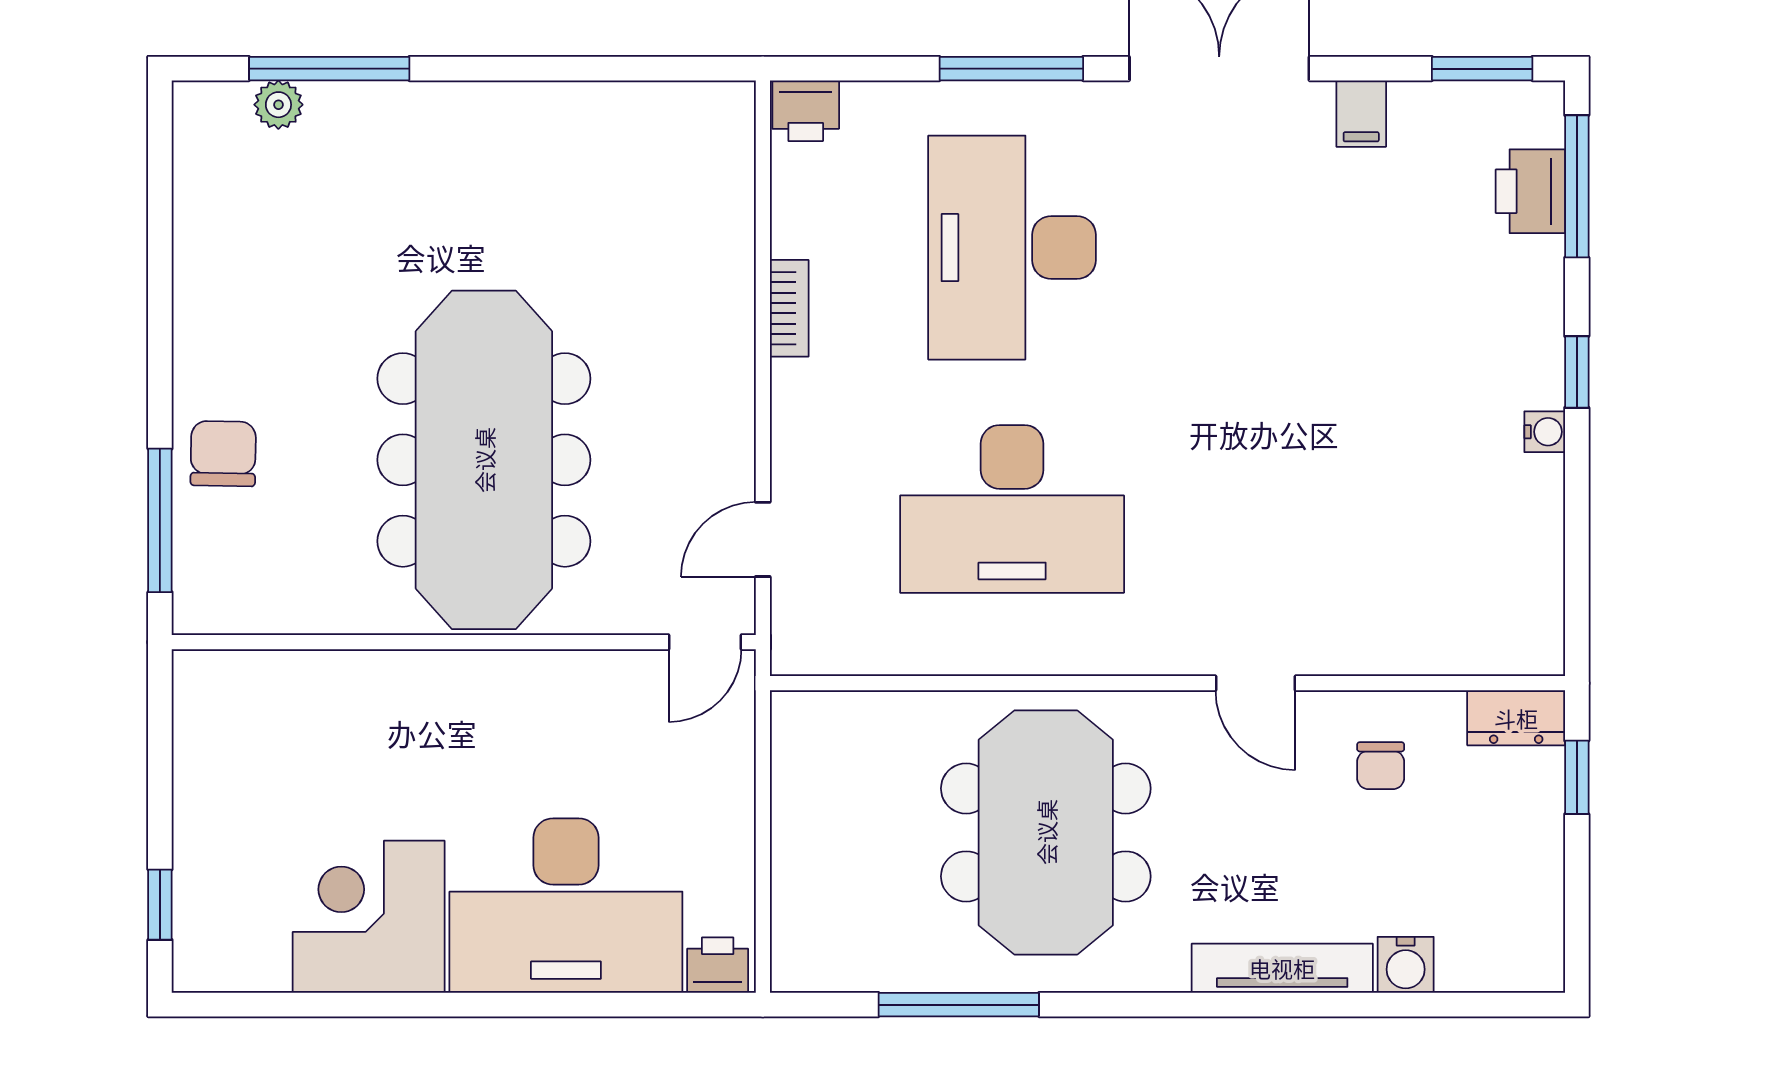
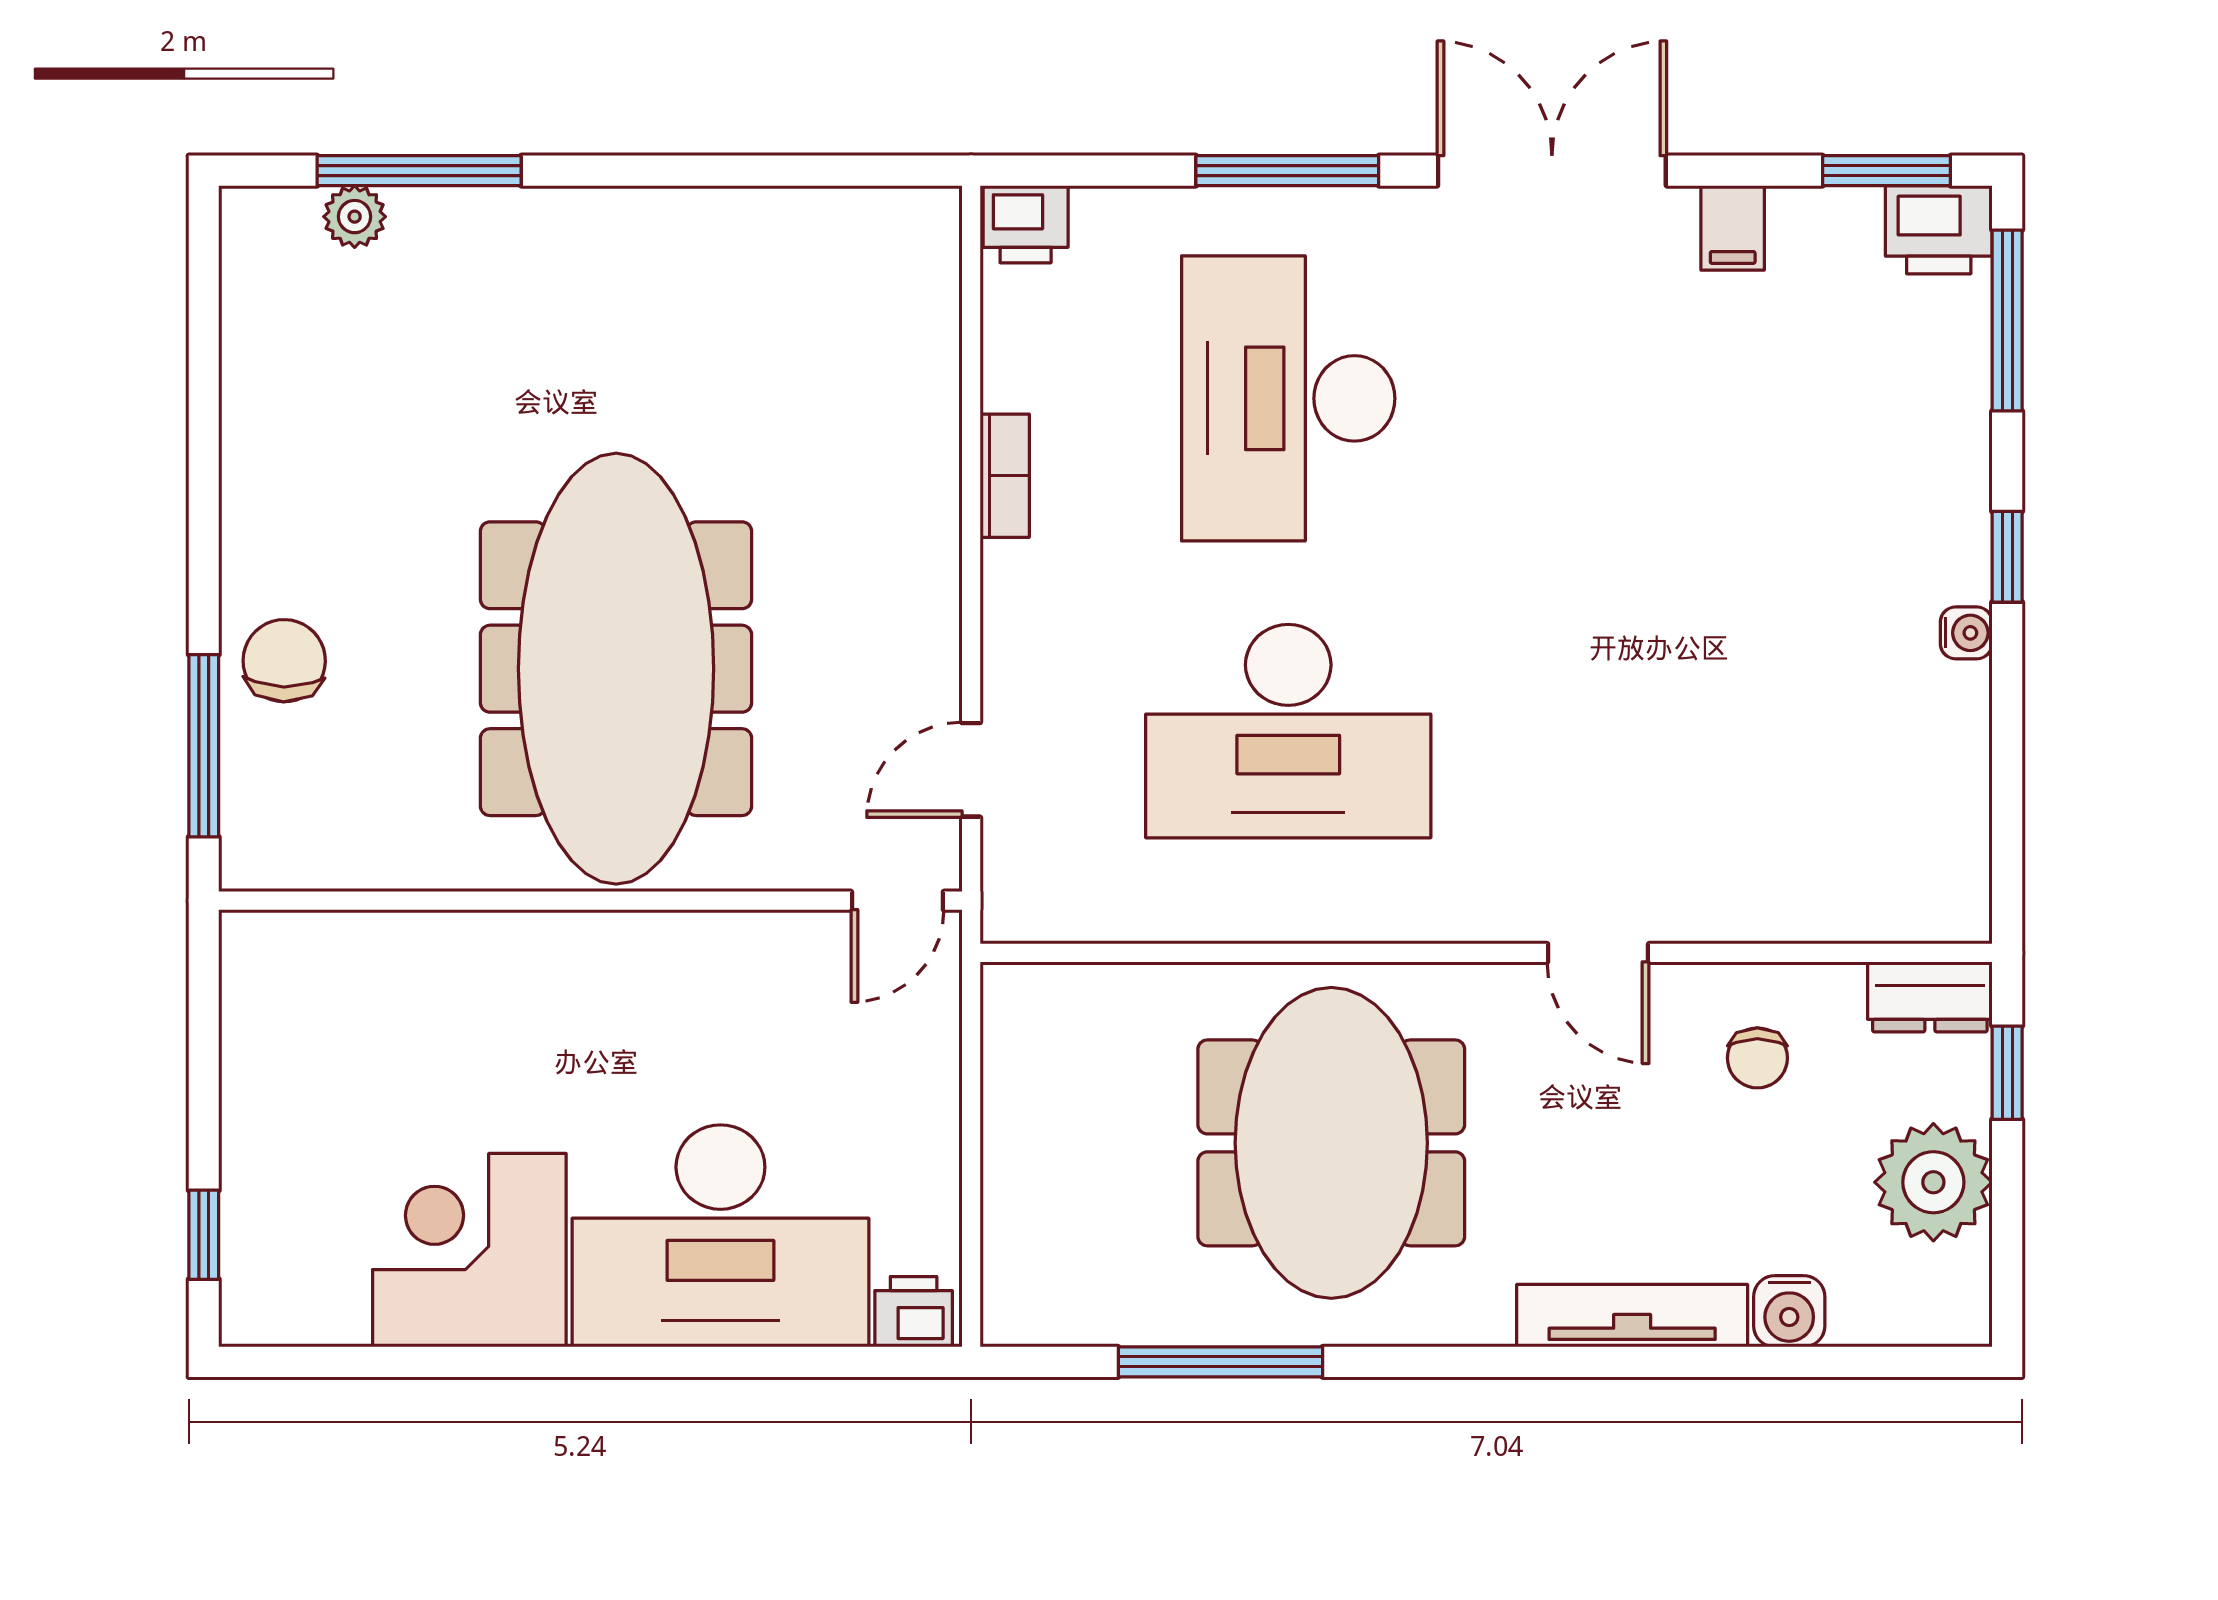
printer: (1530, 191) -> (1939, 230), moved, turned -90
plant: (1519, 863) -> (1933, 1182), added

